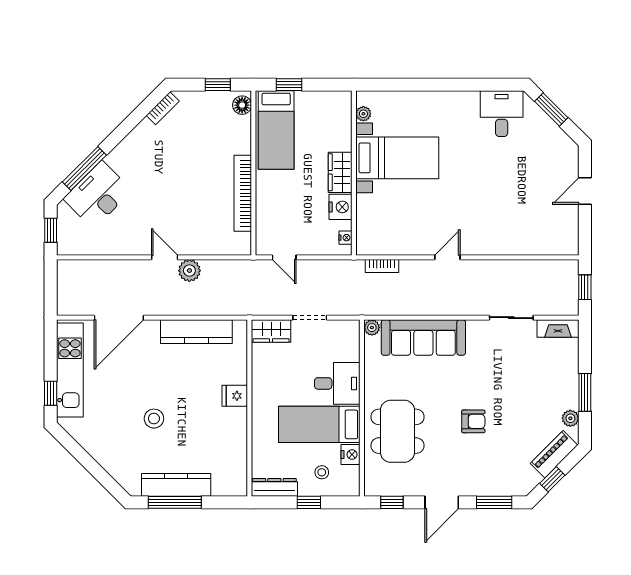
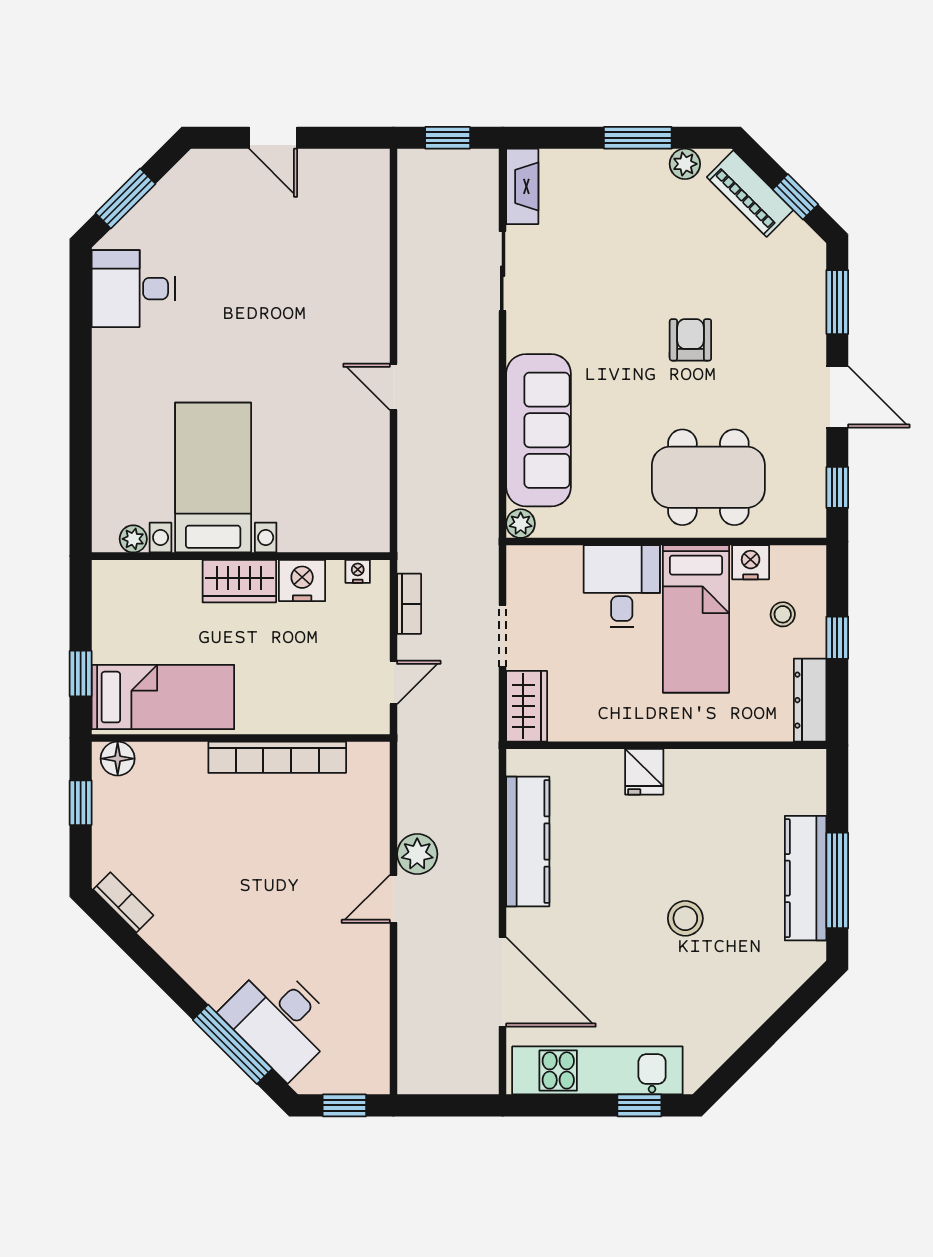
bookcase: (382, 266) -> (409, 604), moved

